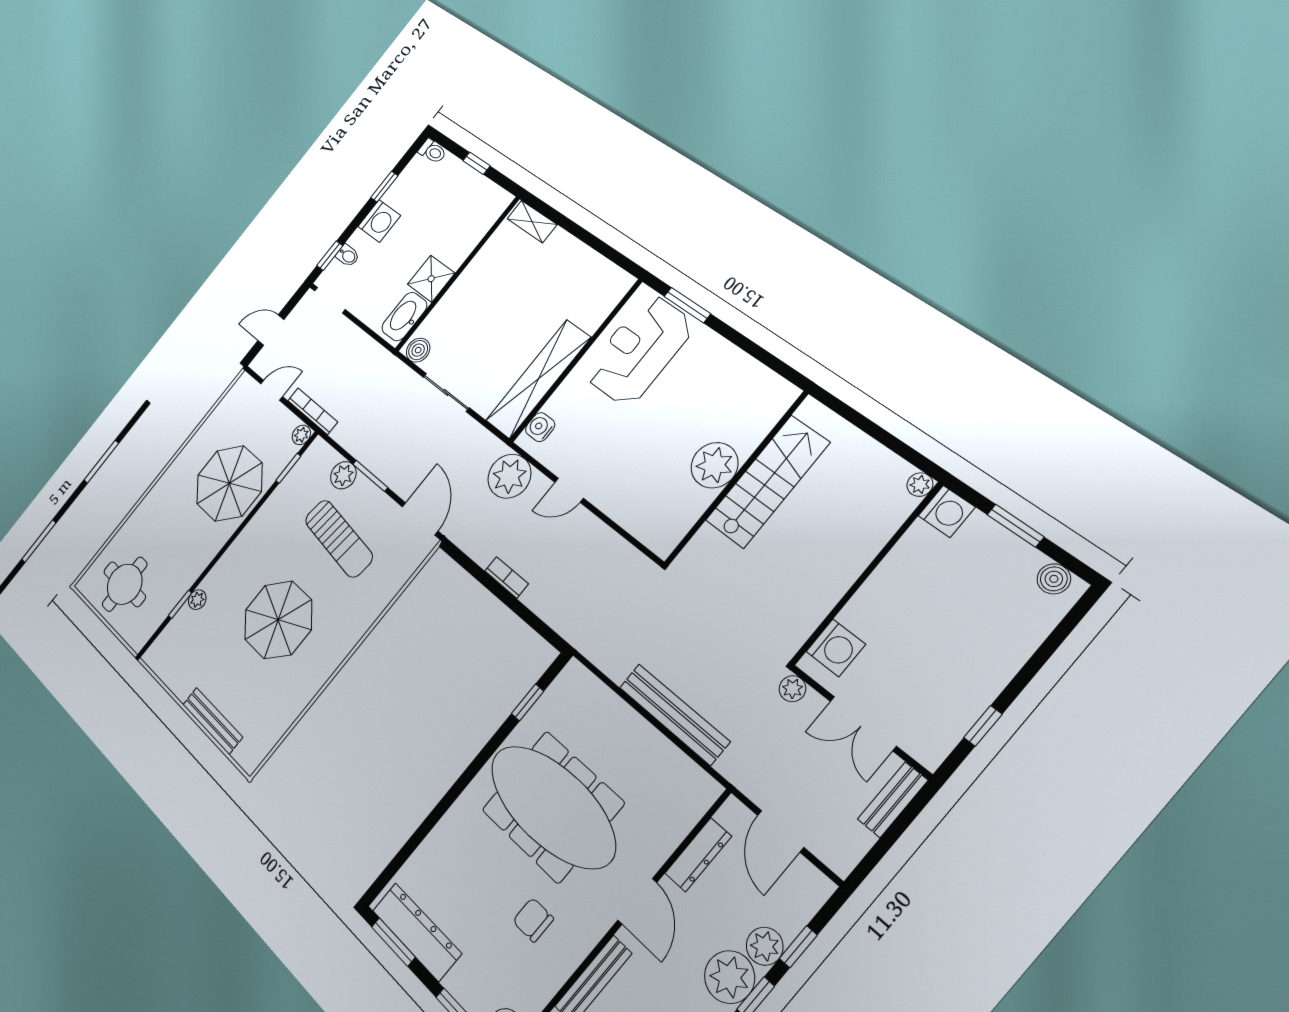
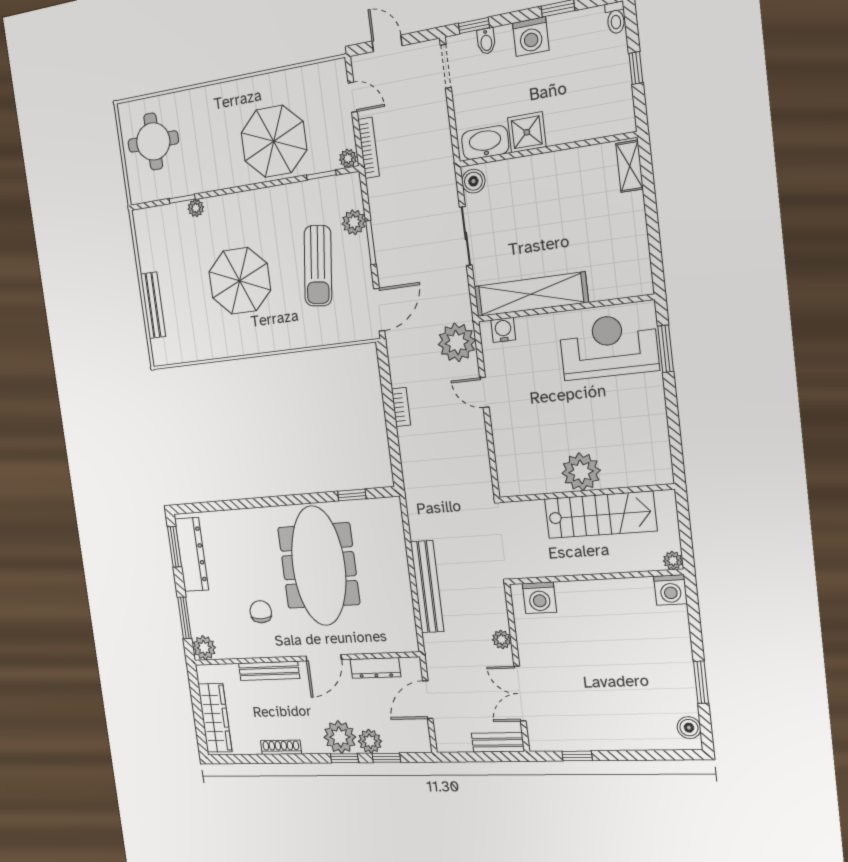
plant: (920, 485) -> (673, 561), moved
washing machine: (947, 511) -> (670, 590), moved
wall: (866, 574) -> (595, 577), moved
washing machine: (836, 648) -> (539, 598), moved

